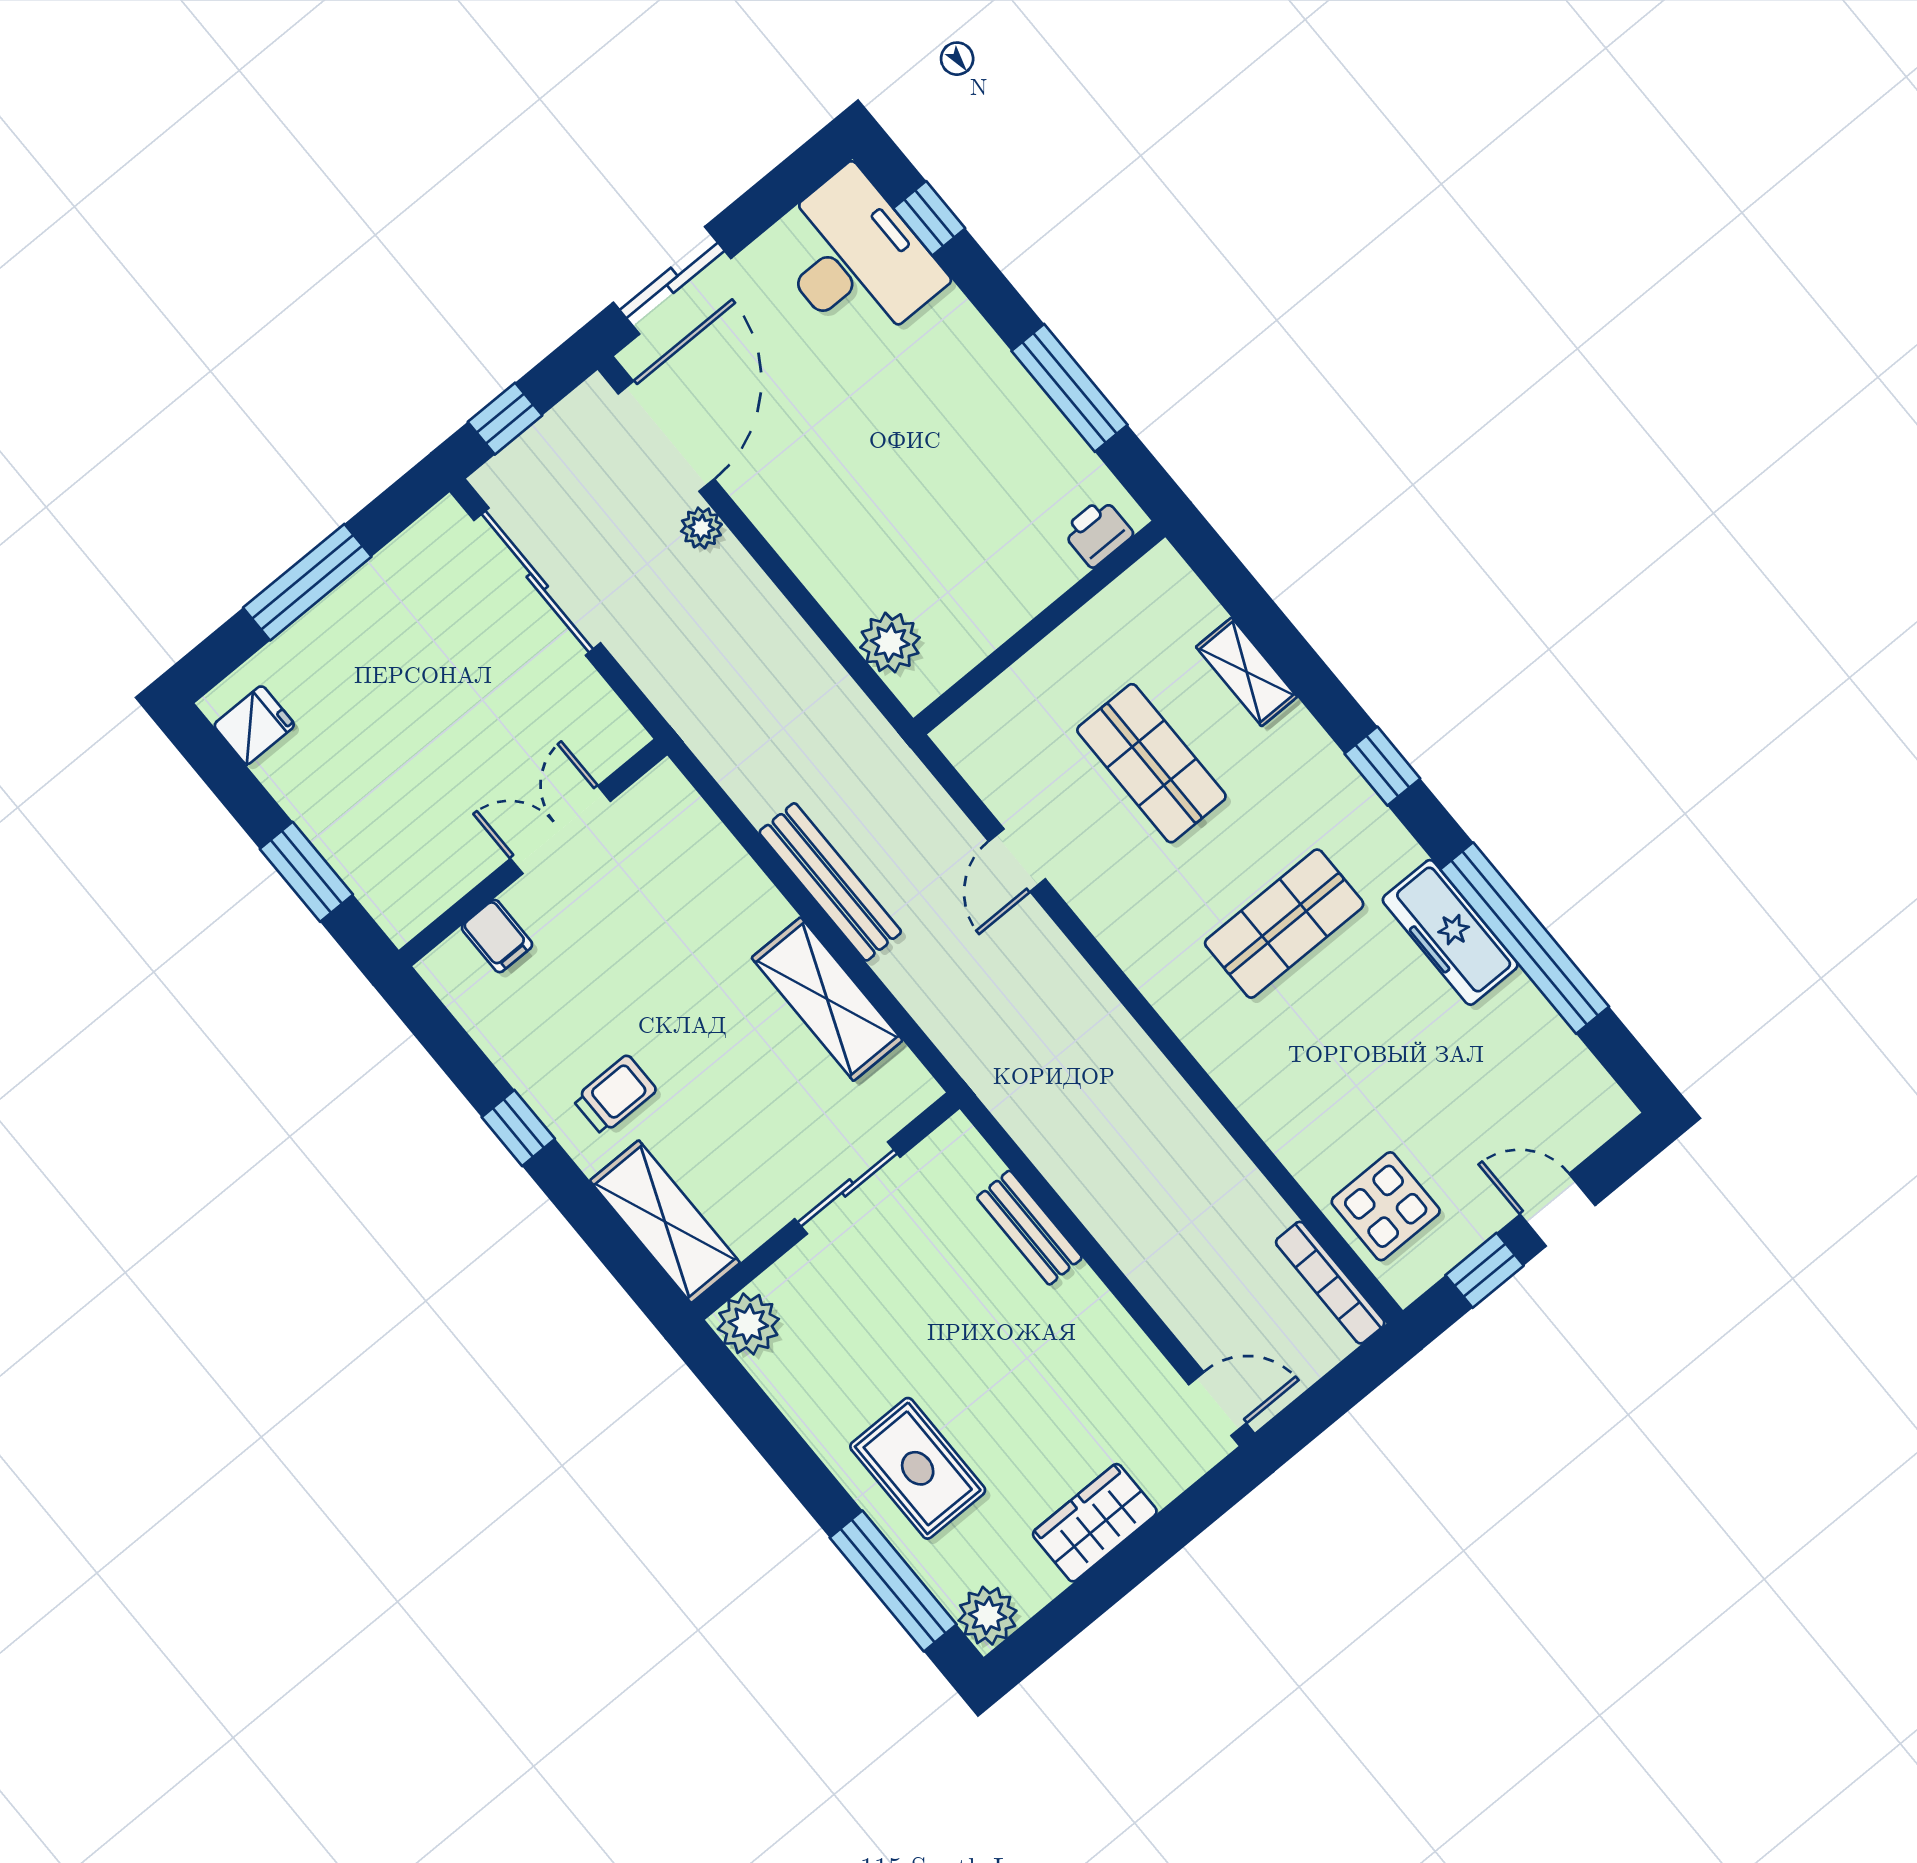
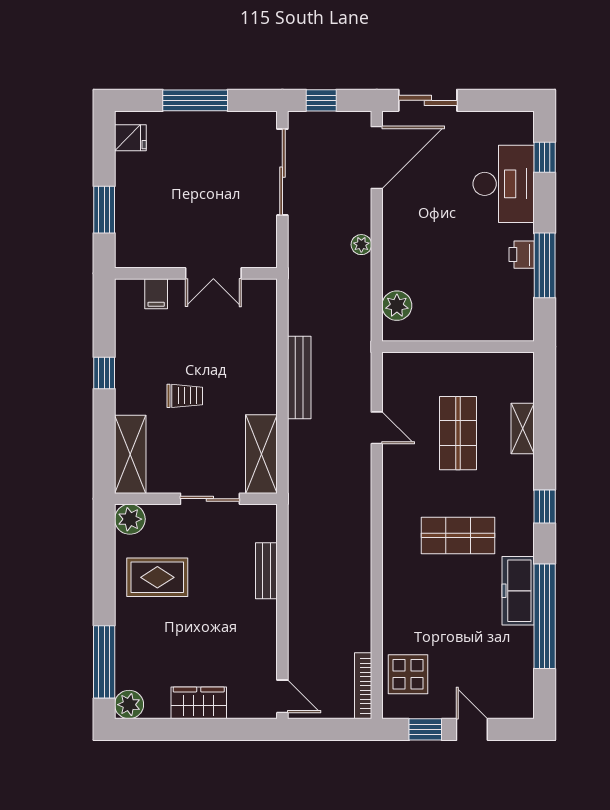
desk: (855, 259) -> (504, 184), moved
plant: (701, 528) -> (361, 245), moved
printer: (1098, 532) -> (522, 255), moved, turned -90
double door: (560, 830) -> (213, 273), swing flipped
door: (1017, 860) -> (377, 428), swing flipped
shelving: (827, 999) -> (261, 454), moved
trolley: (615, 1095) -> (185, 396), moved
rug: (918, 1468) -> (157, 577), moved, turned 90

